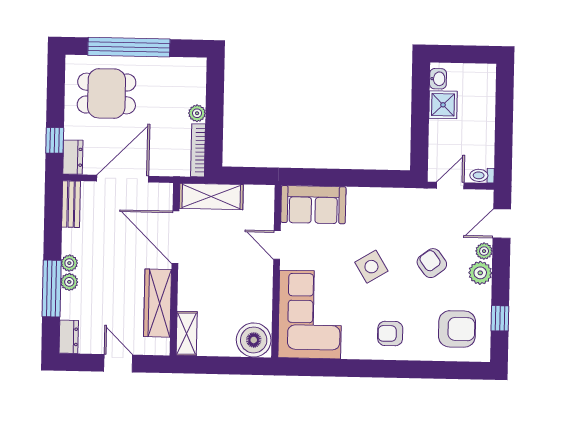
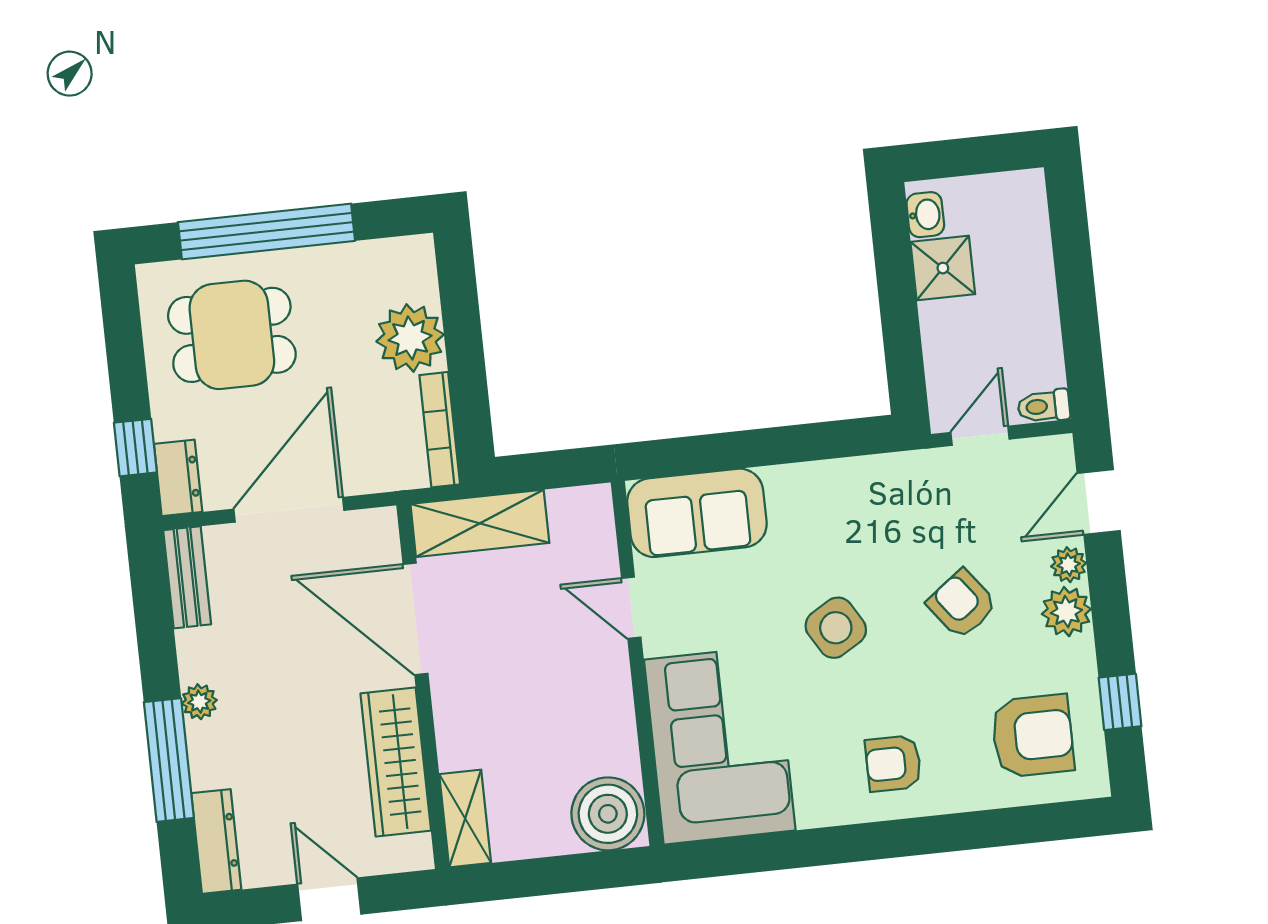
plant: (197, 113) -> (410, 338), width x1.88, depth x1.88
plant: (69, 282) -> (204, 741), removed
dresser: (69, 337) -> (216, 841), width x1.44

